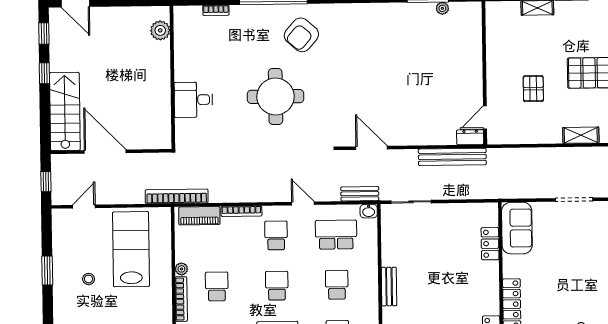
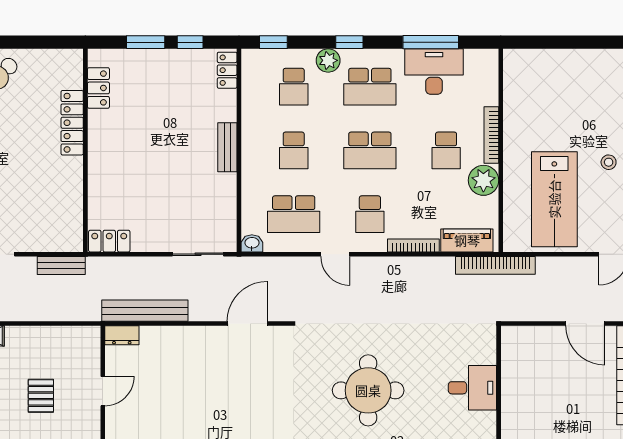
door: (485, 117) -> (103, 391), moved
door: (372, 148) -> (247, 323), swing flipped
door: (105, 152) -> (585, 323), width x0.73
bench: (360, 194) -> (61, 266), moved
sofa: (517, 228) -> (64, 219), removed
locker: (490, 244) -> (109, 241), moved, turned -90
plant: (181, 269) -> (483, 180), width x1.87, depth x1.87
school desk: (277, 286) -> (370, 150), width x1.85

